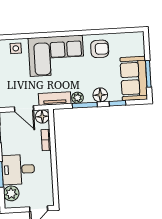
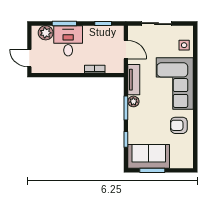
armchair: (100, 49) -> (179, 125), turned 90
floor lamp: (100, 95) -> (135, 123), removed
door: (24, 109) -> (126, 50), swing flipped
floor lamp: (42, 116) -> (117, 67), removed

